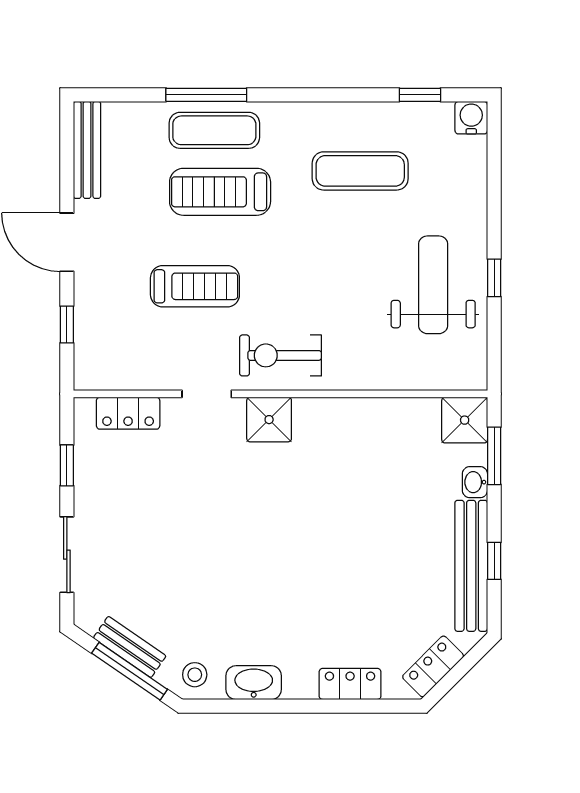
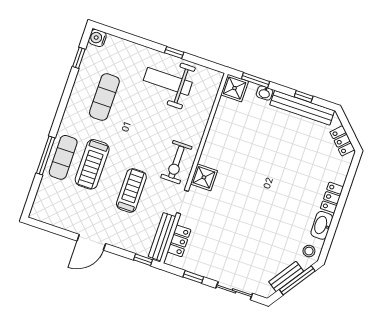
bench: (87, 150) -> (162, 237), moved, turned 90
window: (67, 324) -> (143, 260), moved
locker: (350, 684) -> (332, 198), moved

